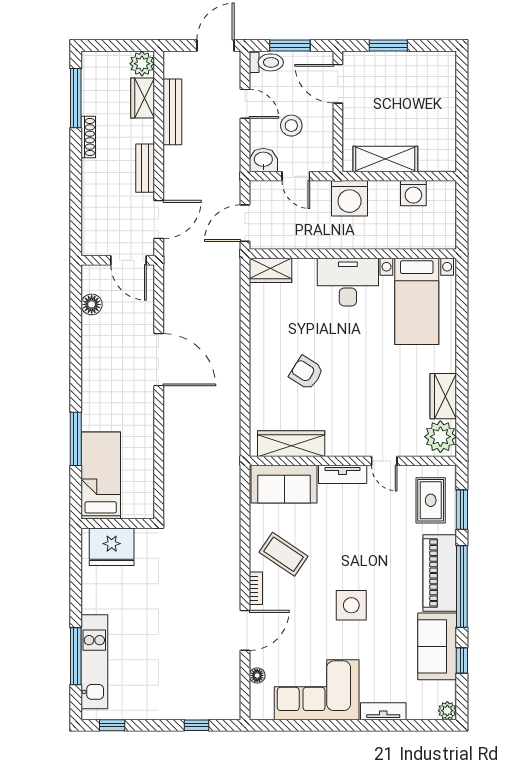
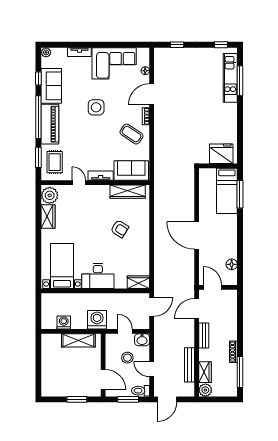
bed: (101, 476) -> (227, 191), moved
wall: (118, 523) -> (218, 166), moved
fridge: (112, 547) -> (221, 154), moved

